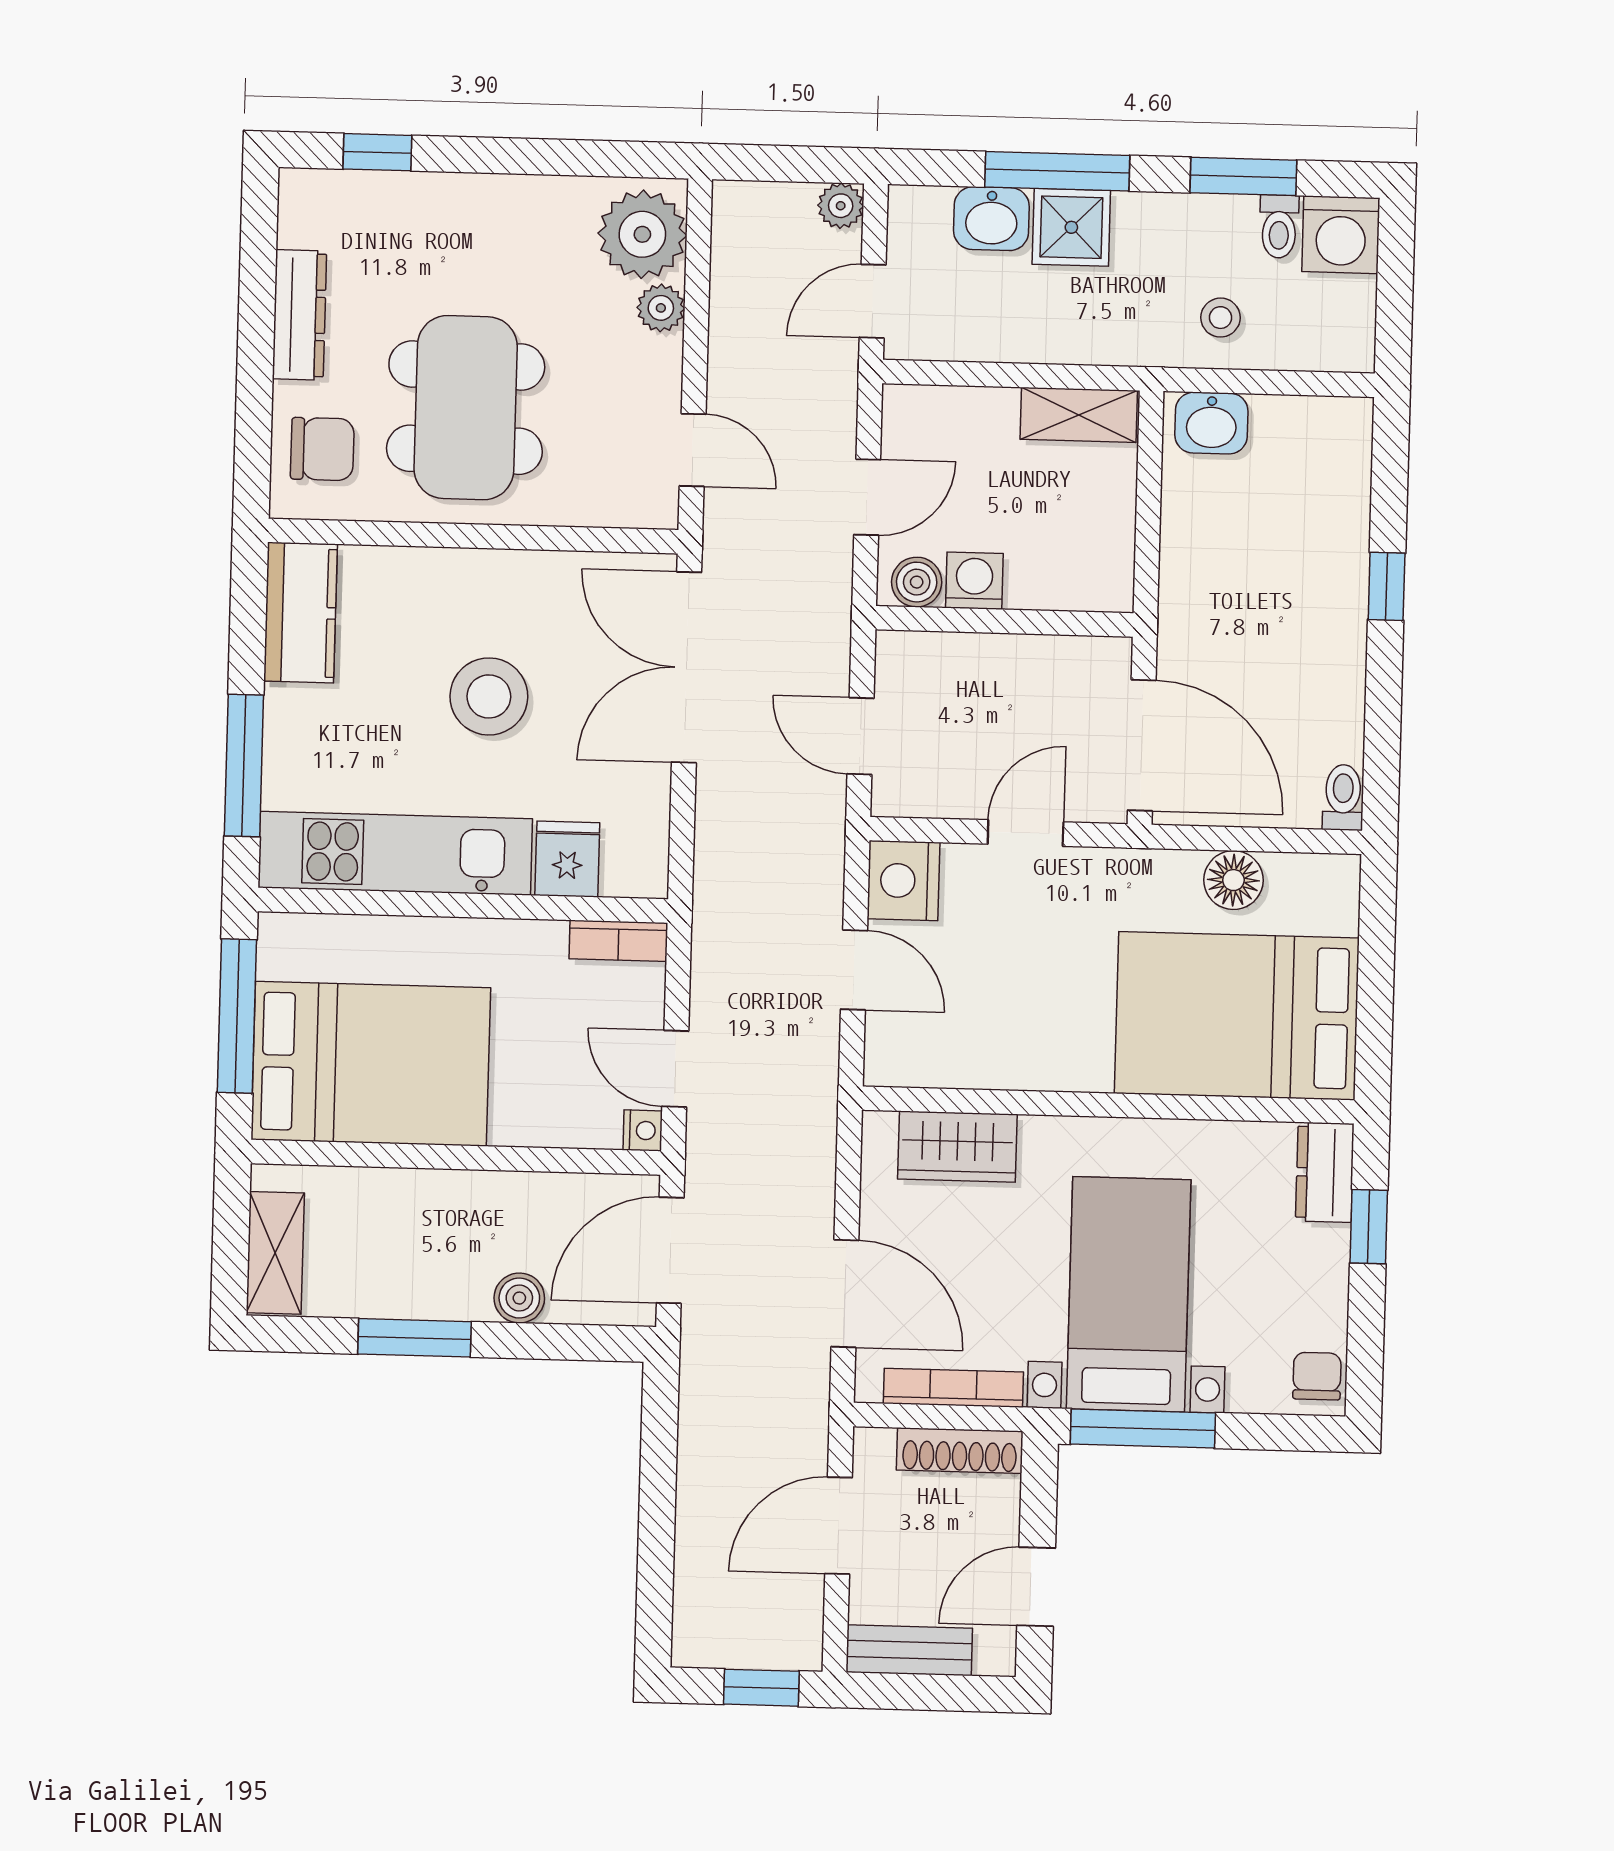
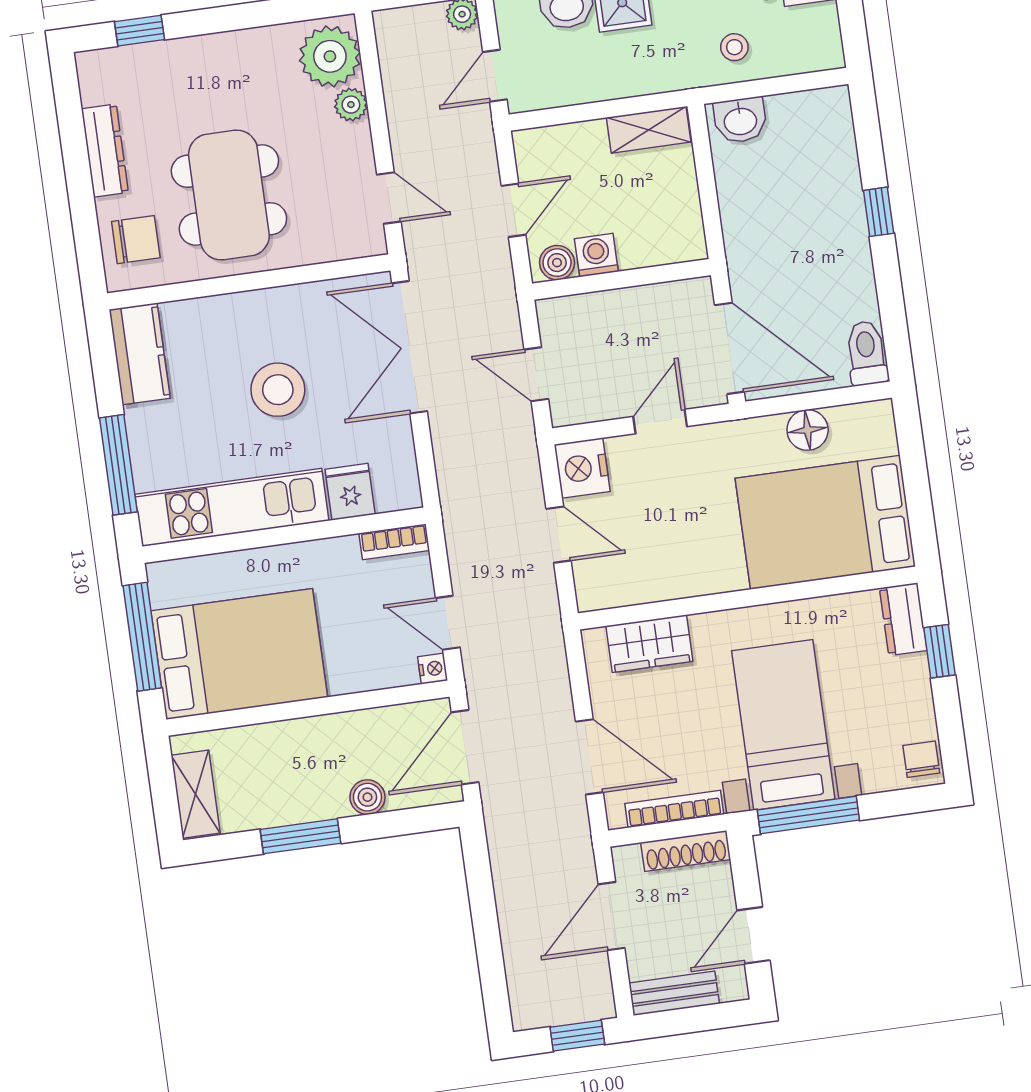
toilet: (1343, 797) -> (867, 353), width x1.37, depth x1.39

